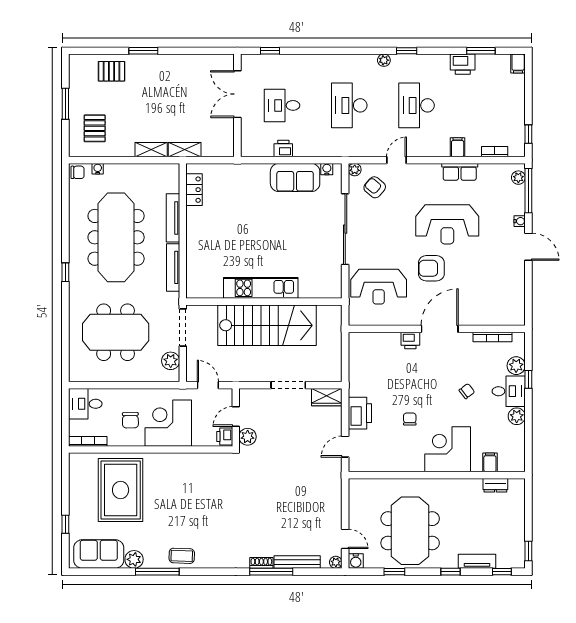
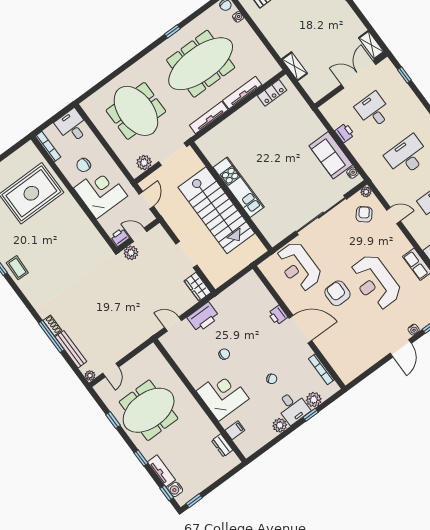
shelving: (151, 150) -> (371, 45), moved
window: (65, 272) -> (172, 31), moved
water cooler: (356, 561) -> (175, 489), moved

